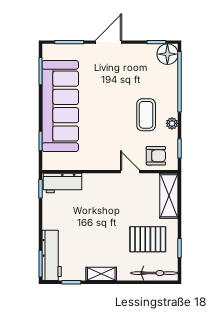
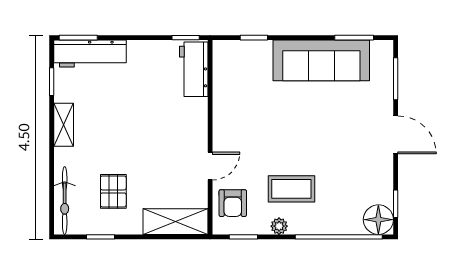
sofa: (60, 106) -> (321, 60), width x0.74, depth x0.79
pallet: (148, 239) -> (113, 191), width x0.67, depth x0.71

